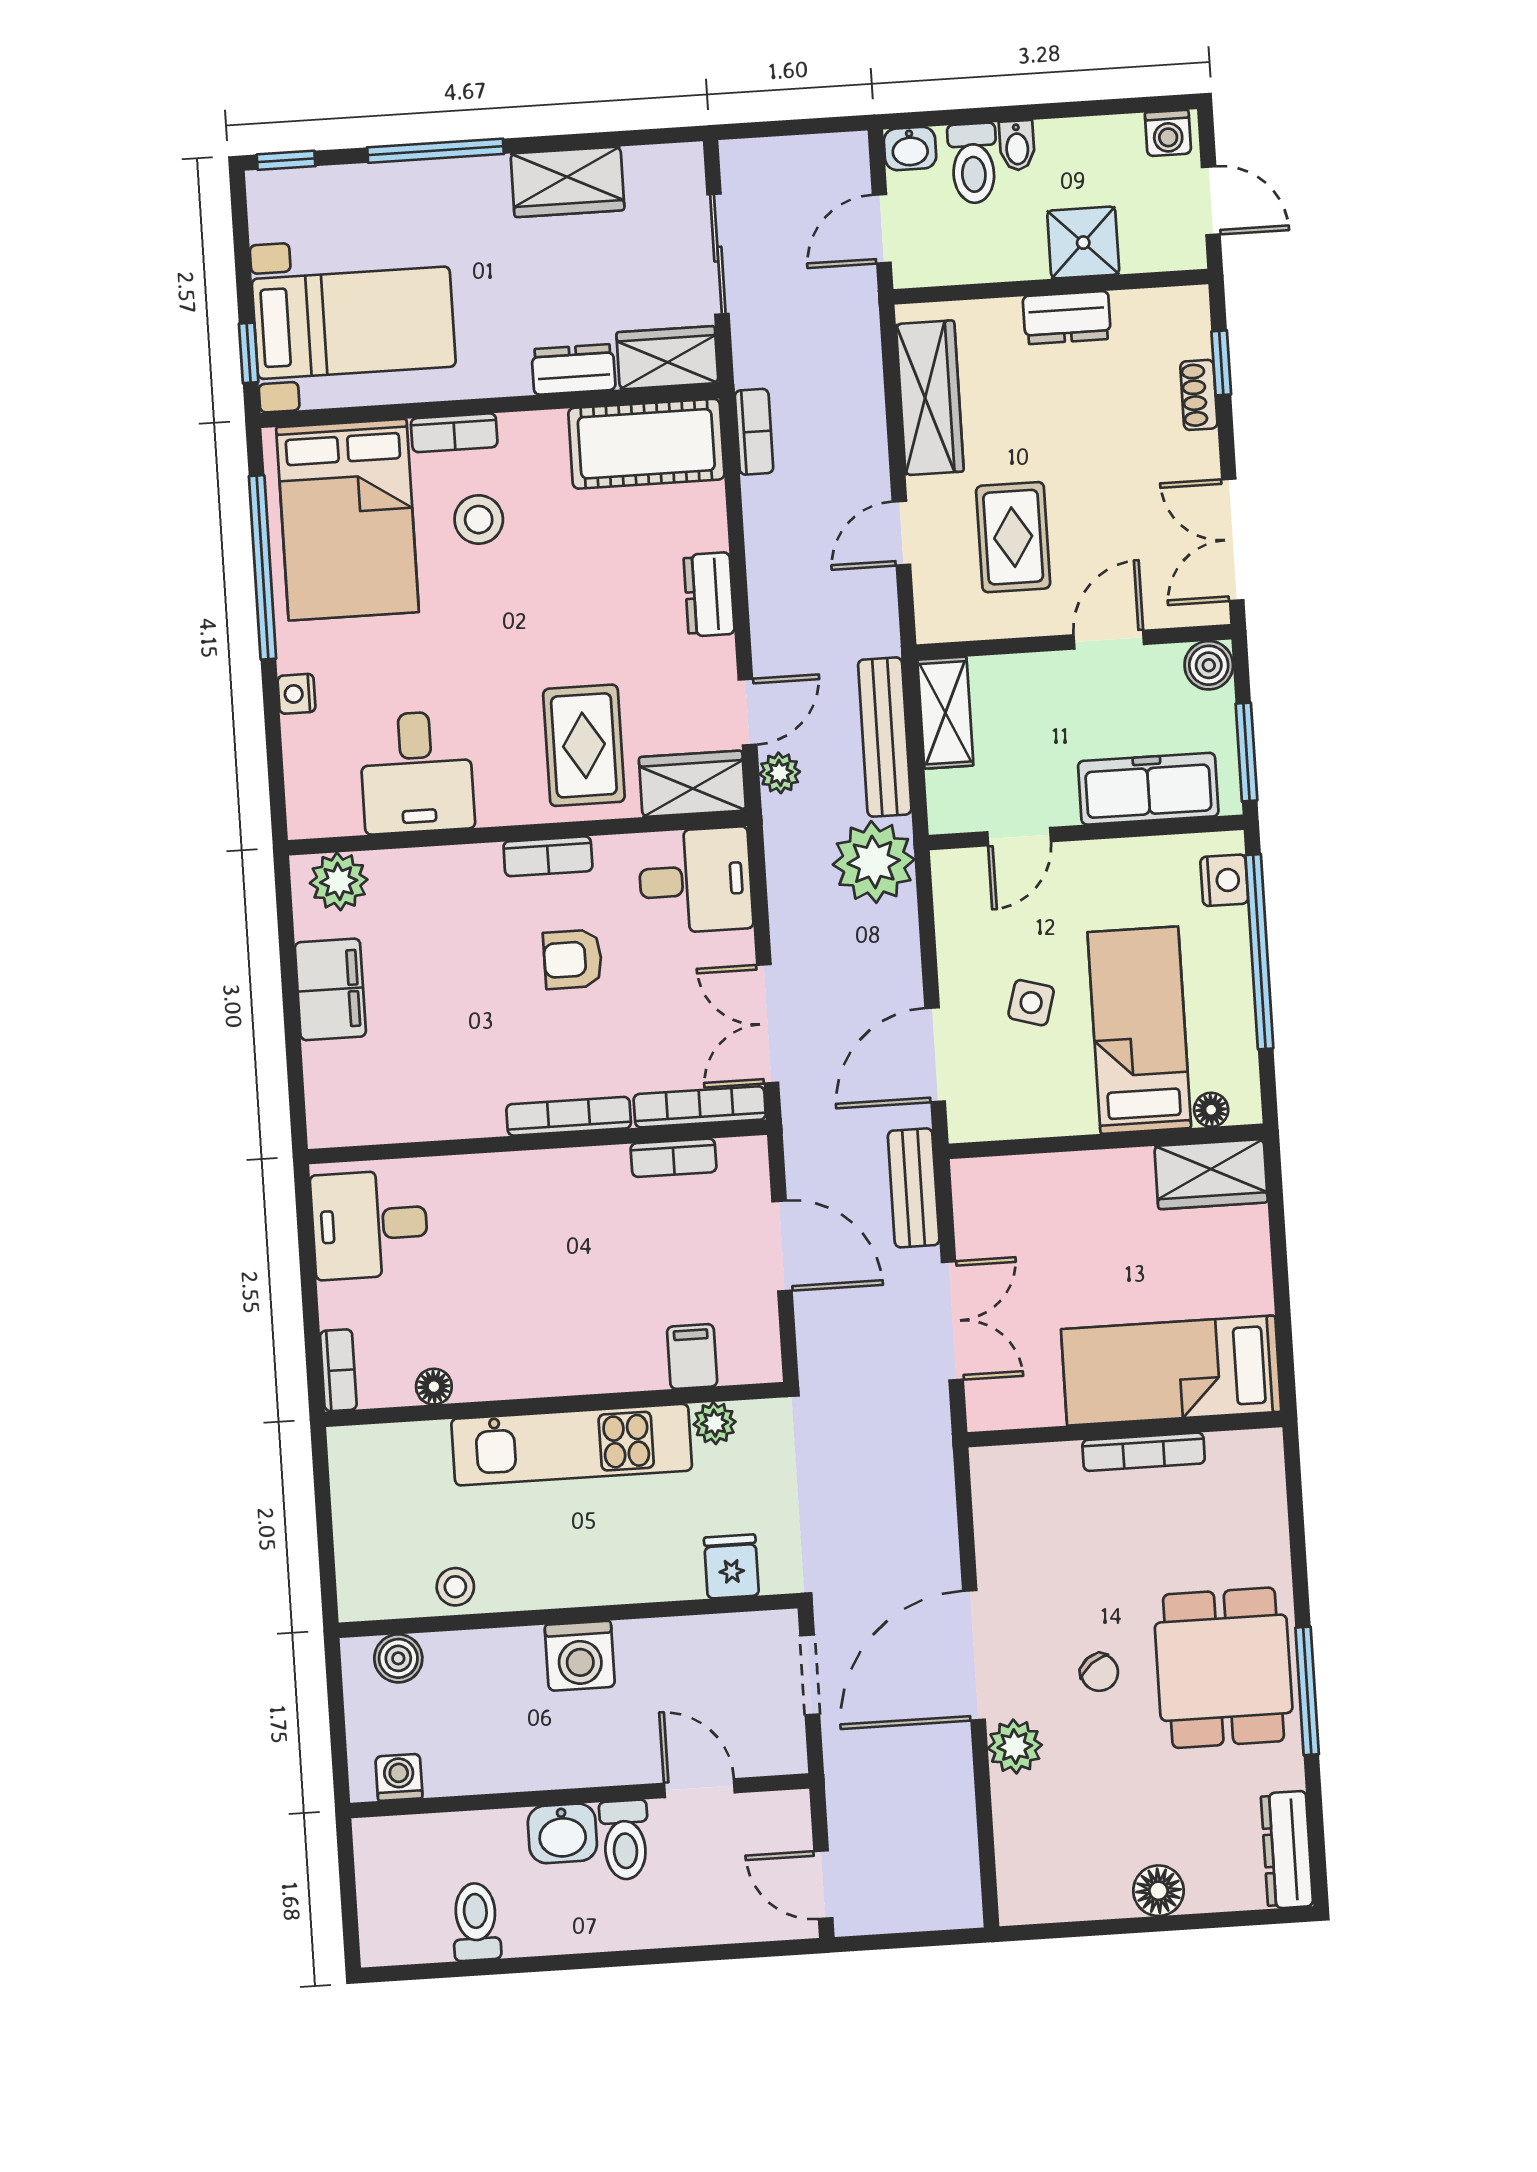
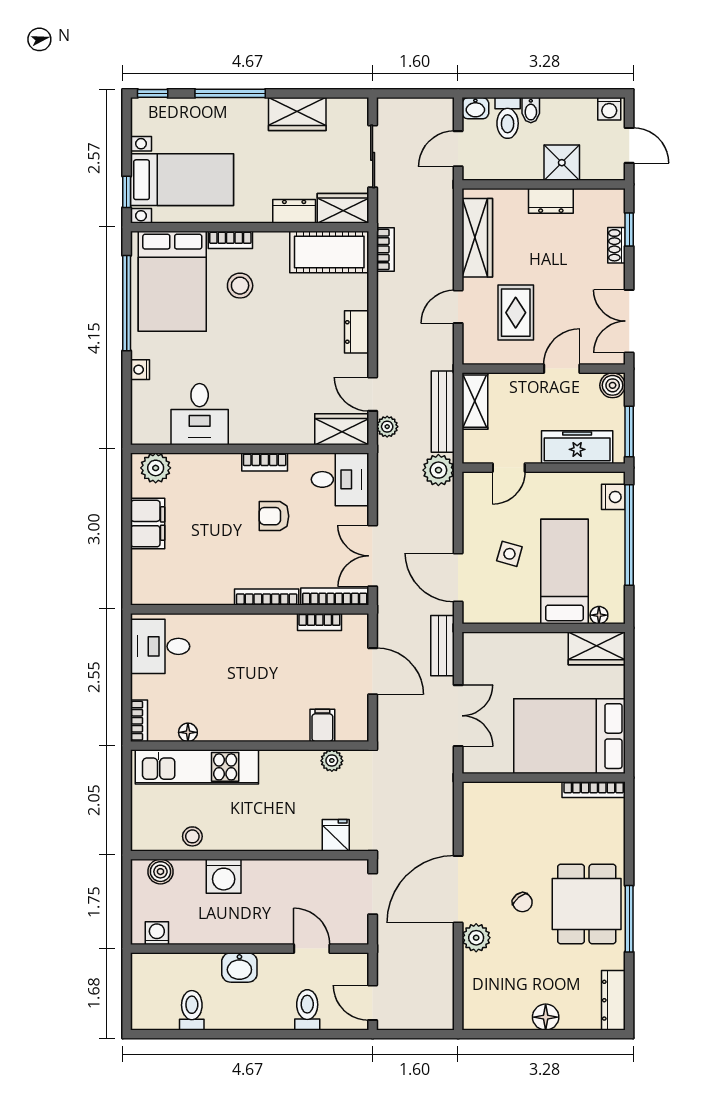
door: (748, 712) -> (373, 394), swing flipped
rug: (584, 745) -> (287, 406), removed
plant: (874, 862) -> (438, 470), width x0.73, depth x0.73
door: (935, 1055) -> (458, 577), hinge flipped
bed: (1171, 1370) -> (570, 736), width x1.50
kitchen unit: (572, 1445) -> (197, 767), moved
bookcase: (1144, 1452) -> (594, 790), moved
washing machine: (580, 1656) -> (224, 876), moved
toilet: (625, 1840) -> (307, 1010), moved, turned 180

